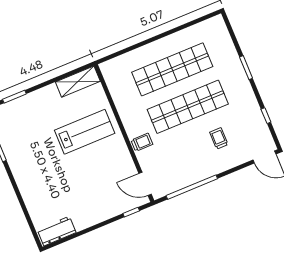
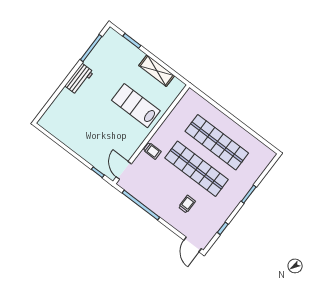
shelving: (78, 82) -> (157, 71), moved
lab bench: (85, 132) -> (136, 106), turned 180
workbench: (57, 231) -> (79, 79), moved, turned 90

